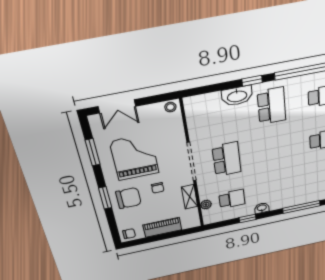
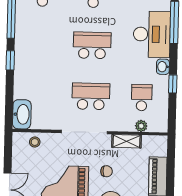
washbasin: (237, 96) -> (22, 114), moved
school desk: (272, 106) -> (92, 45), moved
stool: (170, 107) -> (35, 142), moved
desk: (290, 193) -> (152, 34), added

